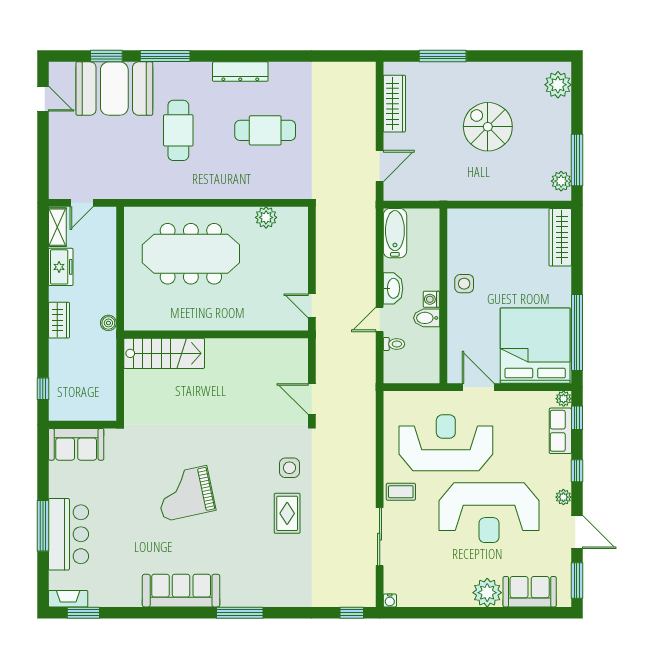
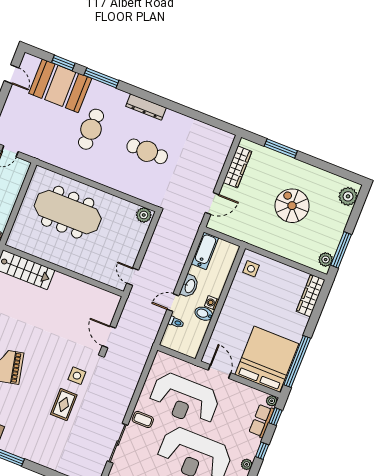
plant: (266, 217) -> (144, 215), moved
side table: (464, 284) -> (251, 269), moved
reception desk: (446, 443) -> (184, 399), turned 180

